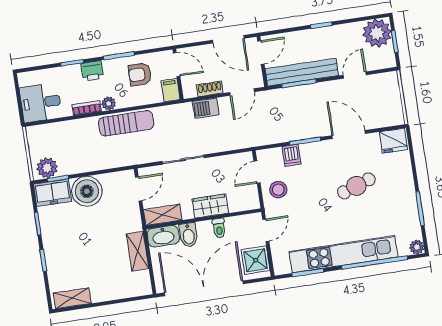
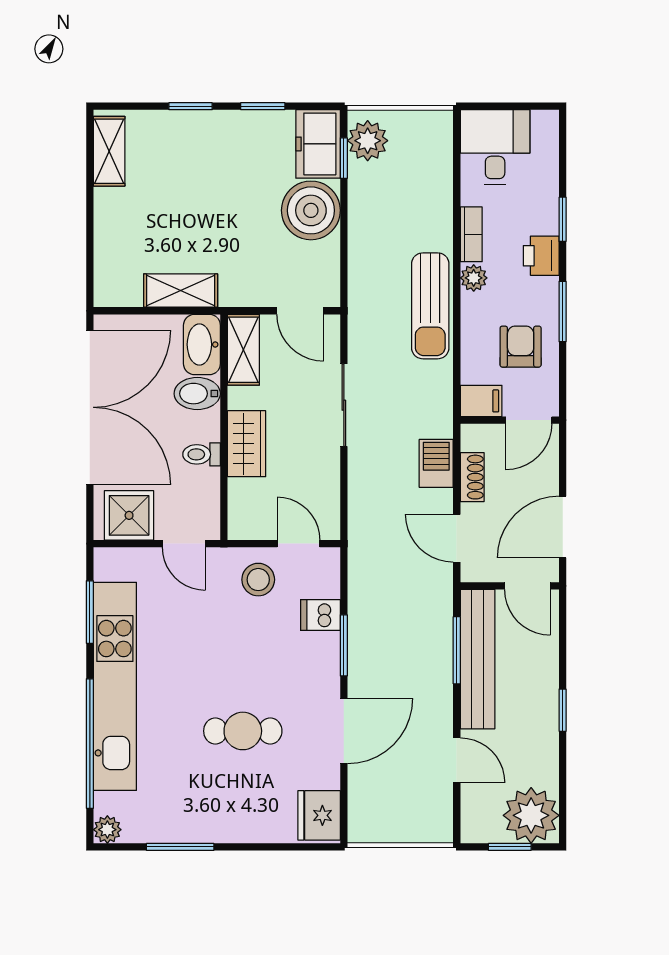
cafe table: (356, 186) -> (243, 731), turned -71

